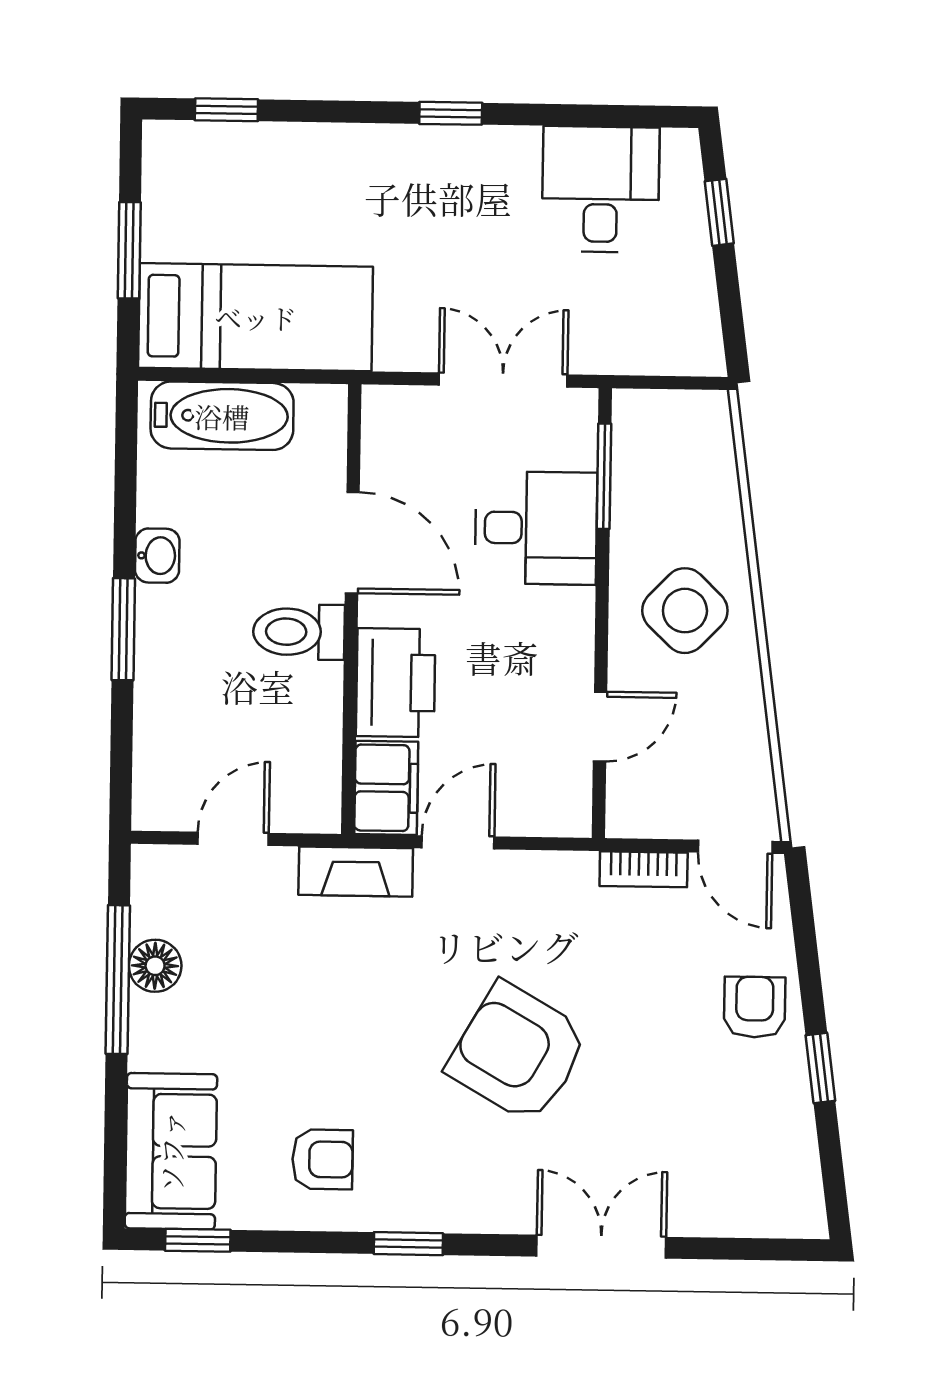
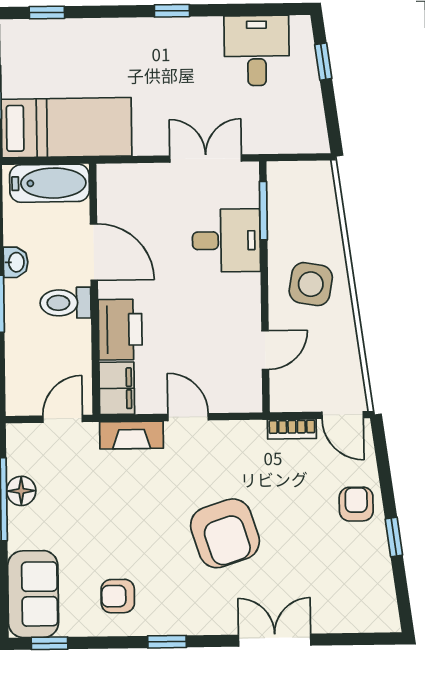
door: (352, 543) -> (94, 252), moved
wall: (351, 609) -> (94, 289), moved
side table: (685, 611) -> (311, 284), turned -34
toilet: (299, 632) -> (65, 303), moved
printer: (396, 683) -> (120, 330), moved
filing cabinet: (386, 788) -> (117, 388), moved
door: (458, 842) -> (188, 417), hinge flipped
armchair: (518, 1053) -> (225, 533), turned -138
armchair: (323, 1159) -> (118, 596), turned 180

